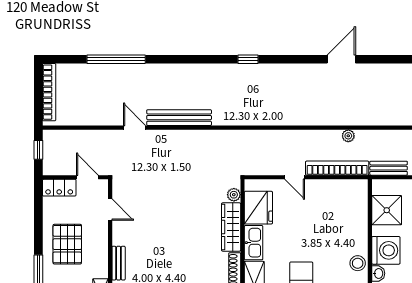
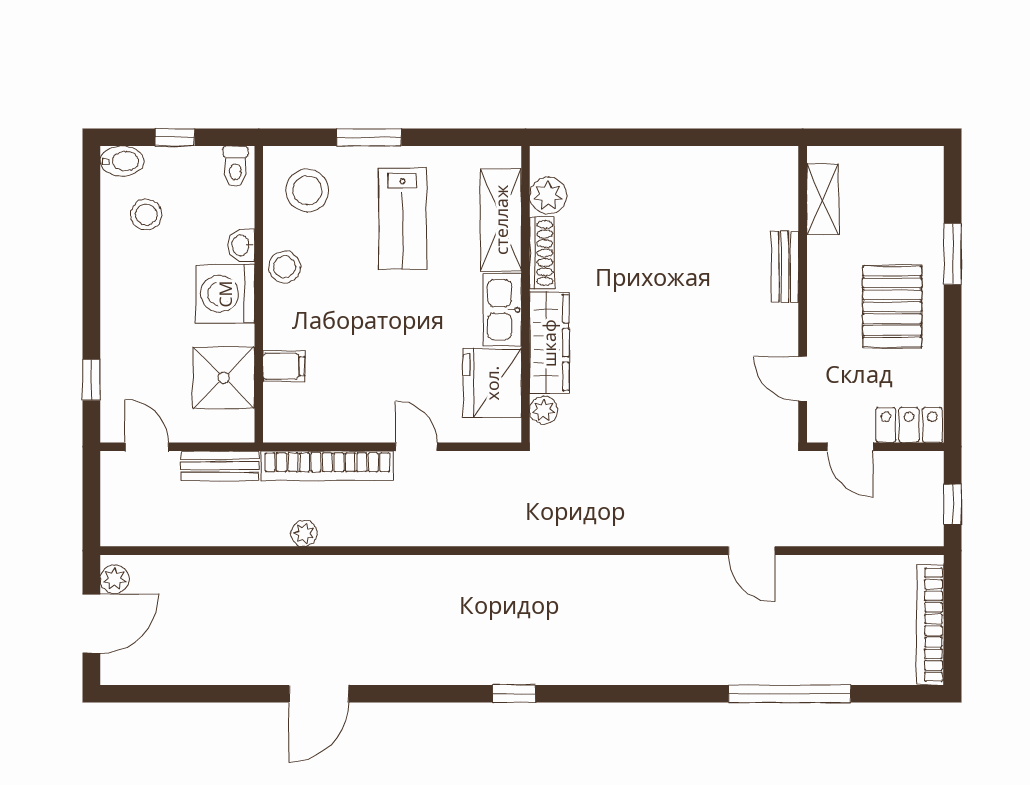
bench: (179, 118) -> (658, 572), removed
filing cabinet: (358, 216) -> (284, 366), added

